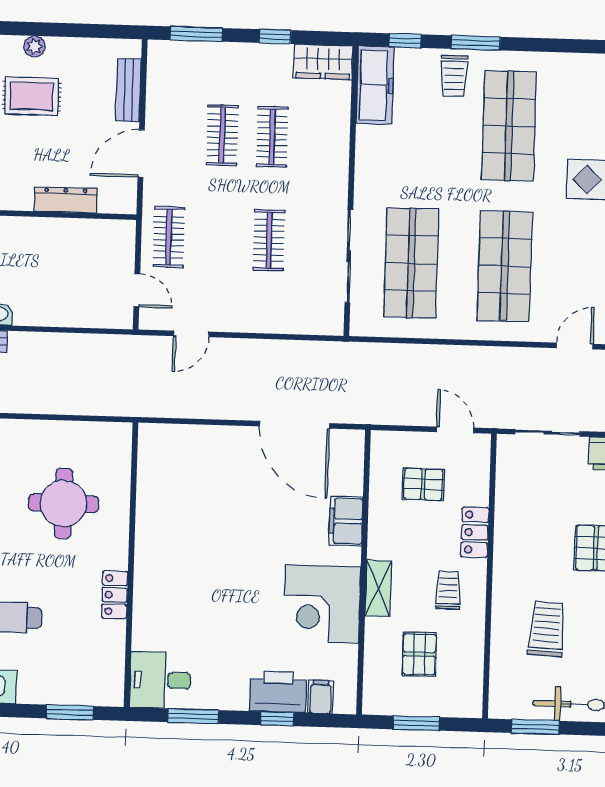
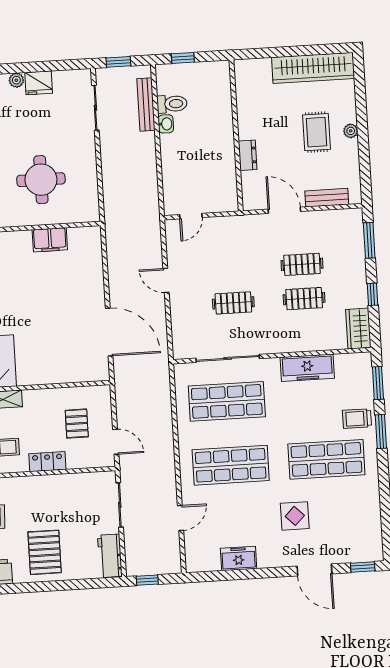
window: (405, 41) -> (378, 383), width x1.50
freezer: (375, 85) -> (307, 368), moved
dresser: (66, 200) -> (248, 155), width x0.70
clothes rail: (169, 237) -> (229, 234), removed
door: (191, 334) -> (166, 280), moved
door: (575, 346) -> (181, 518), hinge flipped
door: (294, 425) -> (109, 332), swing flipped
door: (455, 430) -> (116, 442), hinge flipped
filing cabinet: (346, 521) -> (50, 240), moved, turned 180

